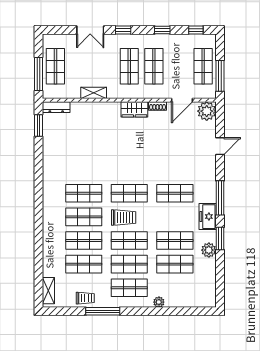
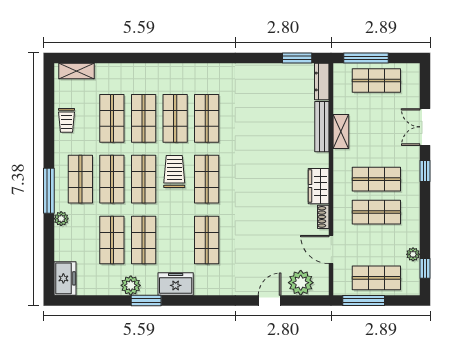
window: (162, 30) -> (425, 223), removed
plant: (186, 39) -> (413, 254), added
bench: (90, 107) -> (322, 127), added
plant: (207, 111) -> (301, 283), moved
door: (220, 146) -> (270, 300), swing flipped
window: (220, 198) -> (201, 300), removed
trolley: (124, 218) -> (174, 172), turned 180
freezer: (204, 299) -> (65, 278), added
window: (103, 311) -> (49, 191), moved

